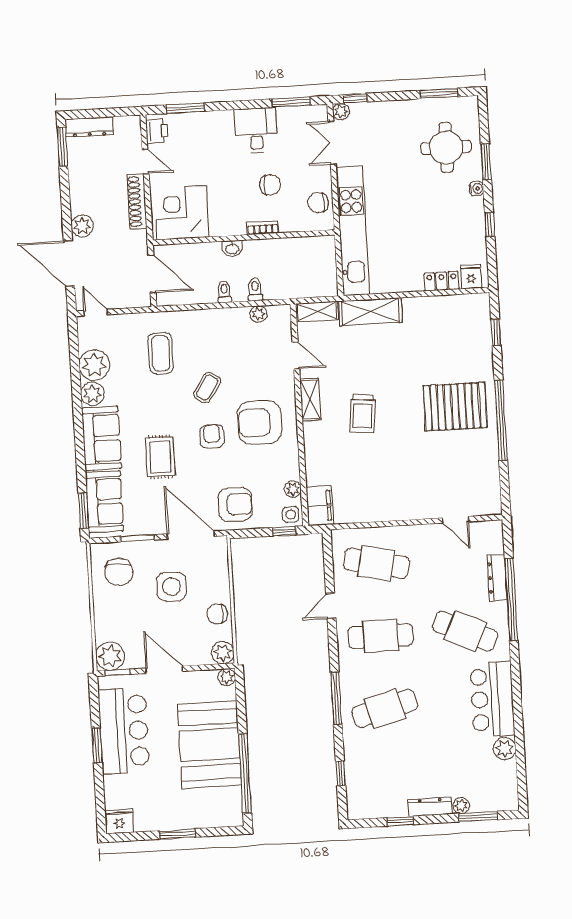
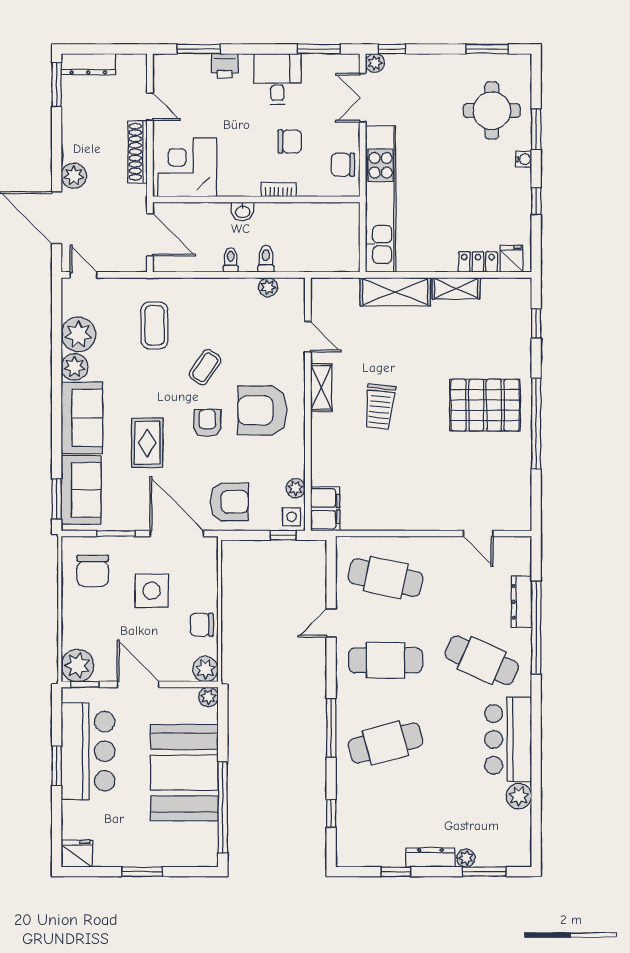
printer: (157, 131) -> (225, 66), moved, turned 90
shelving: (317, 312) -> (456, 288), moved

